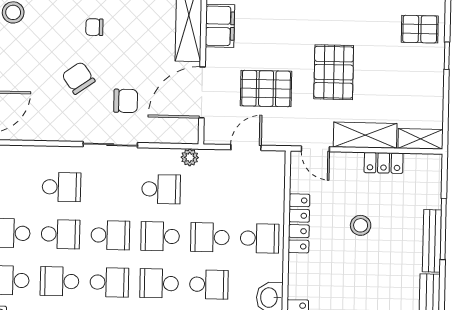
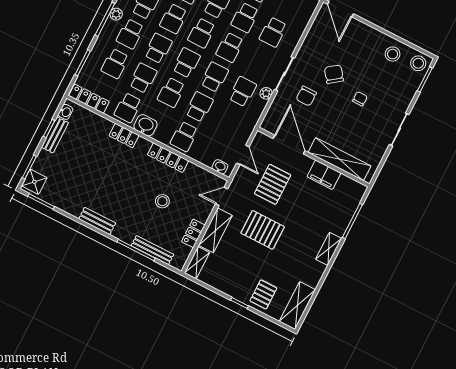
chair: (78, 78) -> (334, 74), turned -92
plant: (190, 157) -> (266, 93), moved
washbasin: (277, 171) -> (220, 167), added
school desk: (161, 189) -> (243, 92), turned 180
locker: (299, 223) -> (168, 158), moved
bench: (432, 241) -> (152, 250), moved

